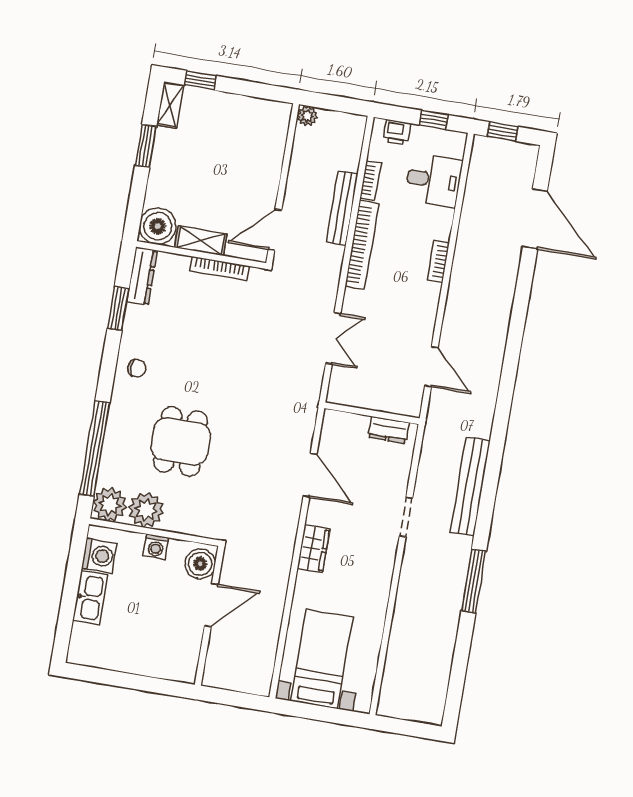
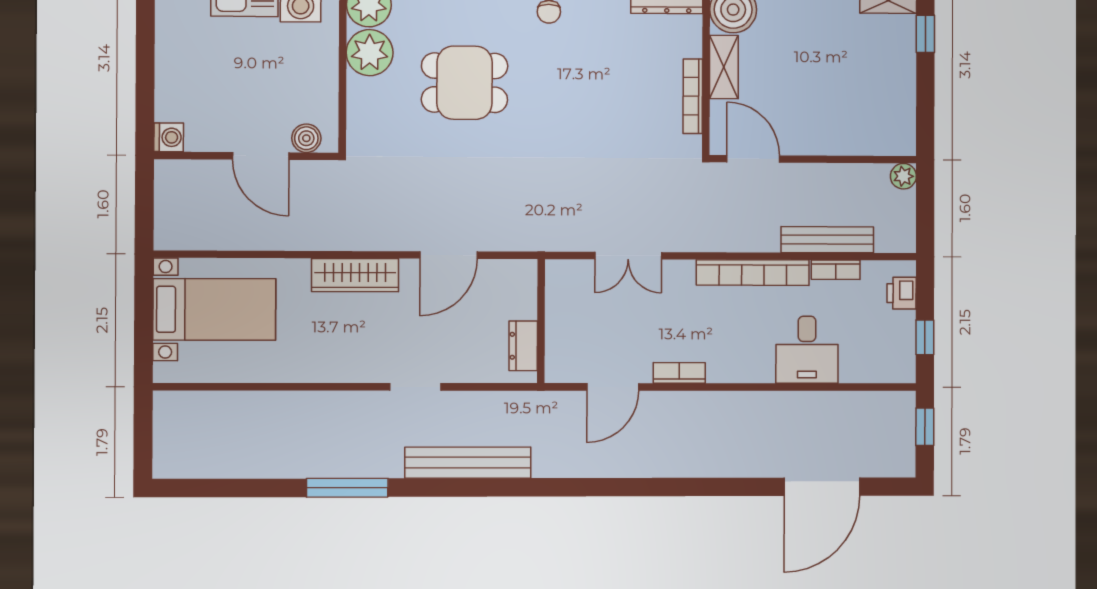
desk: (434, 180) -> (807, 350), moved
bench: (342, 208) -> (827, 240), moved
bookcase: (438, 261) -> (679, 373), moved
washing machine: (156, 547) -> (169, 137), moved, turned 180
wardrobe: (313, 549) -> (355, 275), width x1.50
boiler: (200, 564) -> (306, 138), width x0.73, depth x0.73

